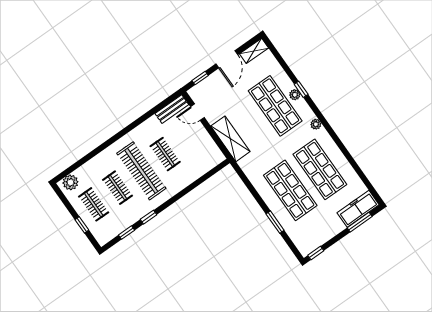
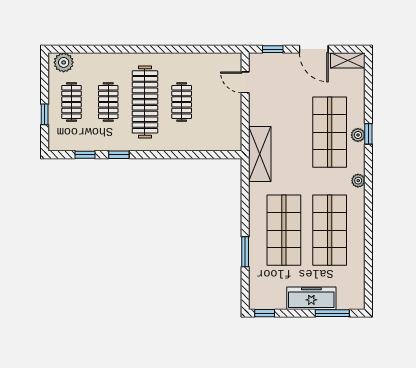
door: (227, 59) -> (314, 49), hinge flipped
bench: (172, 109) -> (221, 61), removed
shelving: (230, 139) -> (260, 154), moved
freezer: (358, 209) -> (311, 298), moved

